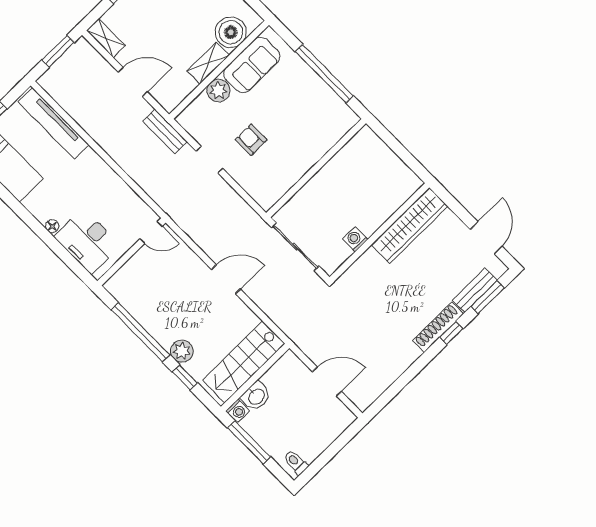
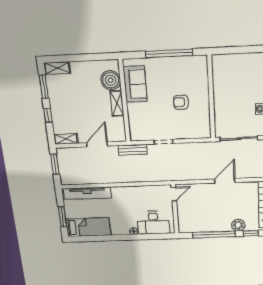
plant: (218, 91) -> (134, 110), removed
armchair: (251, 140) -> (181, 102), moved

